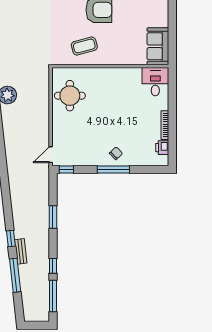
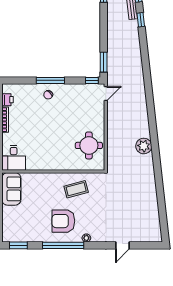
window: (53, 217) -> (104, 62), moved

